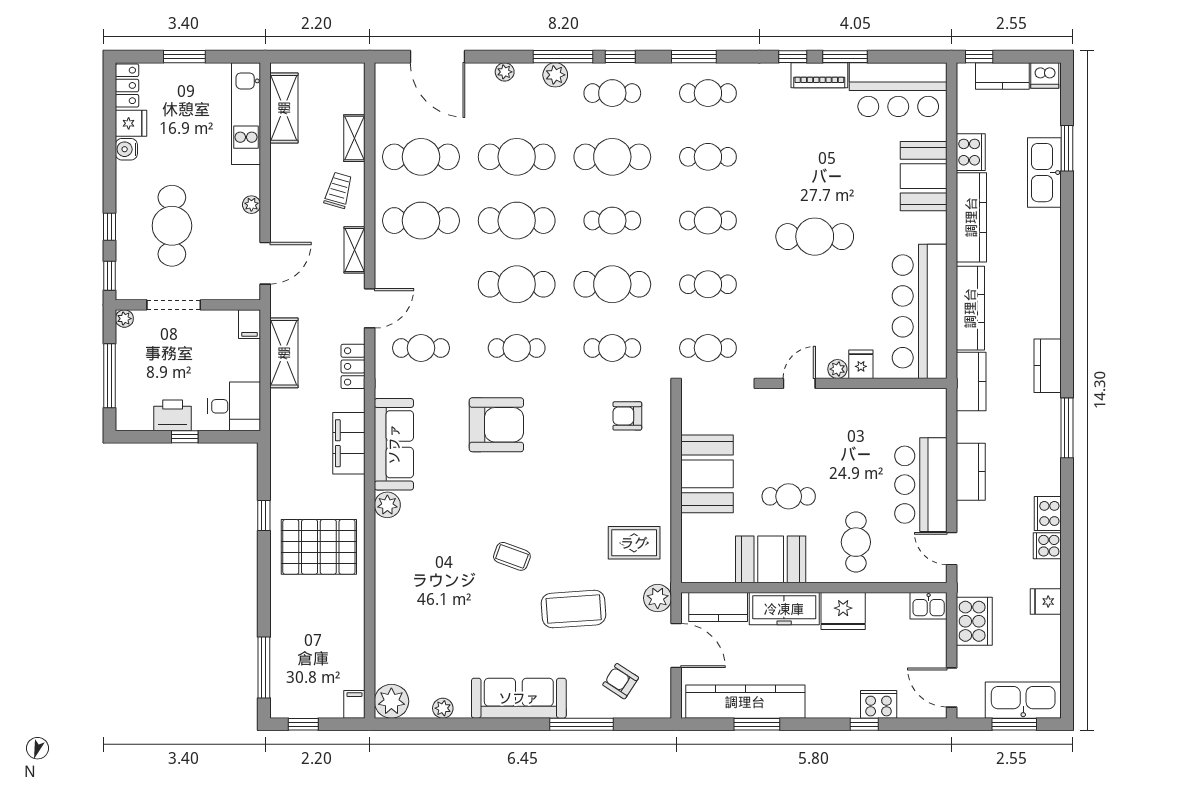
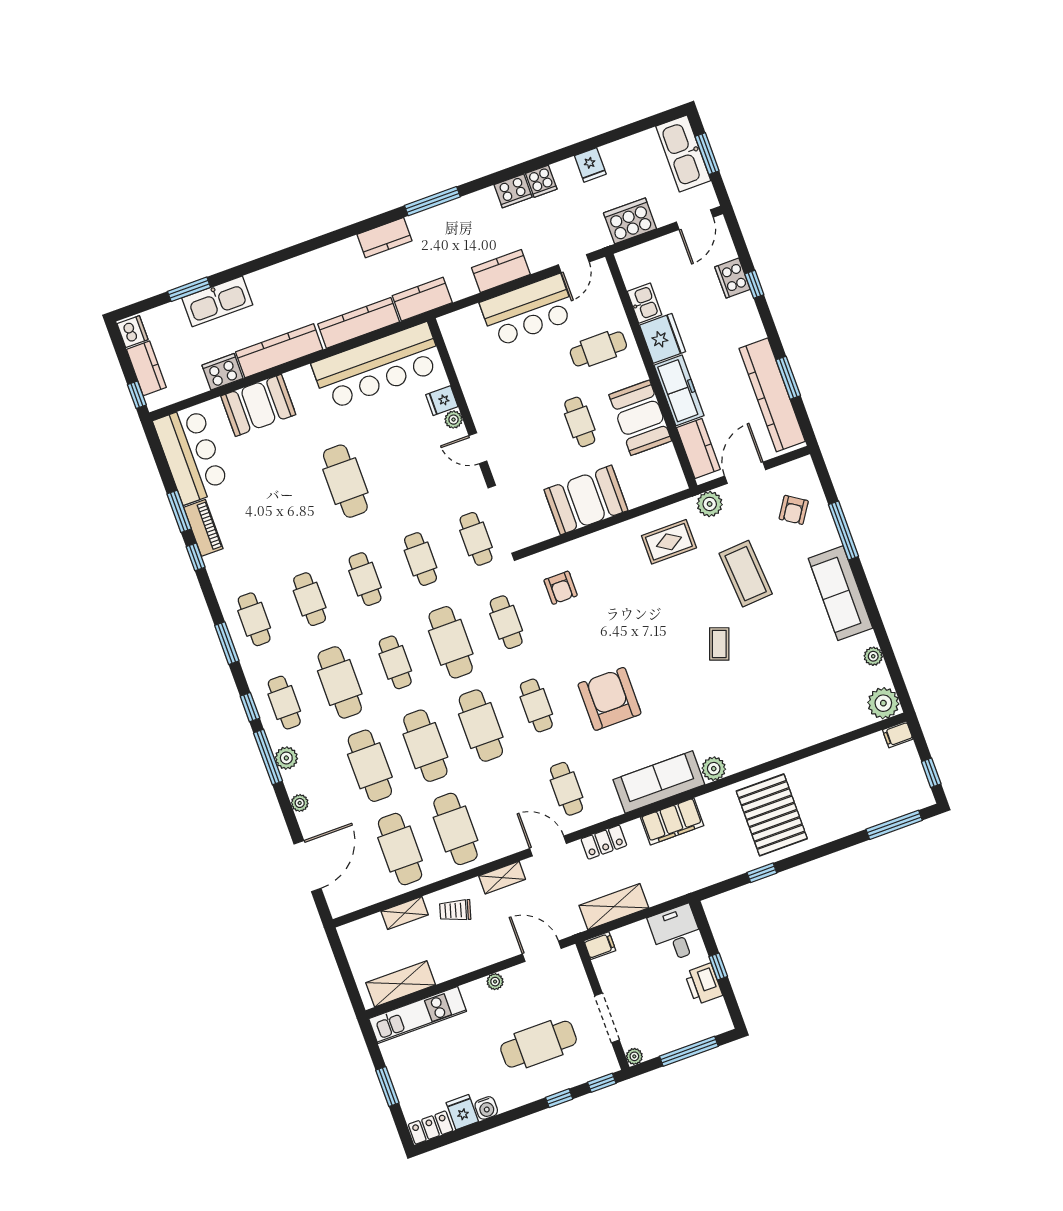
rug: (634, 543) -> (669, 542), turned 90
kitchen sink: (929, 606) -> (644, 303), moved

